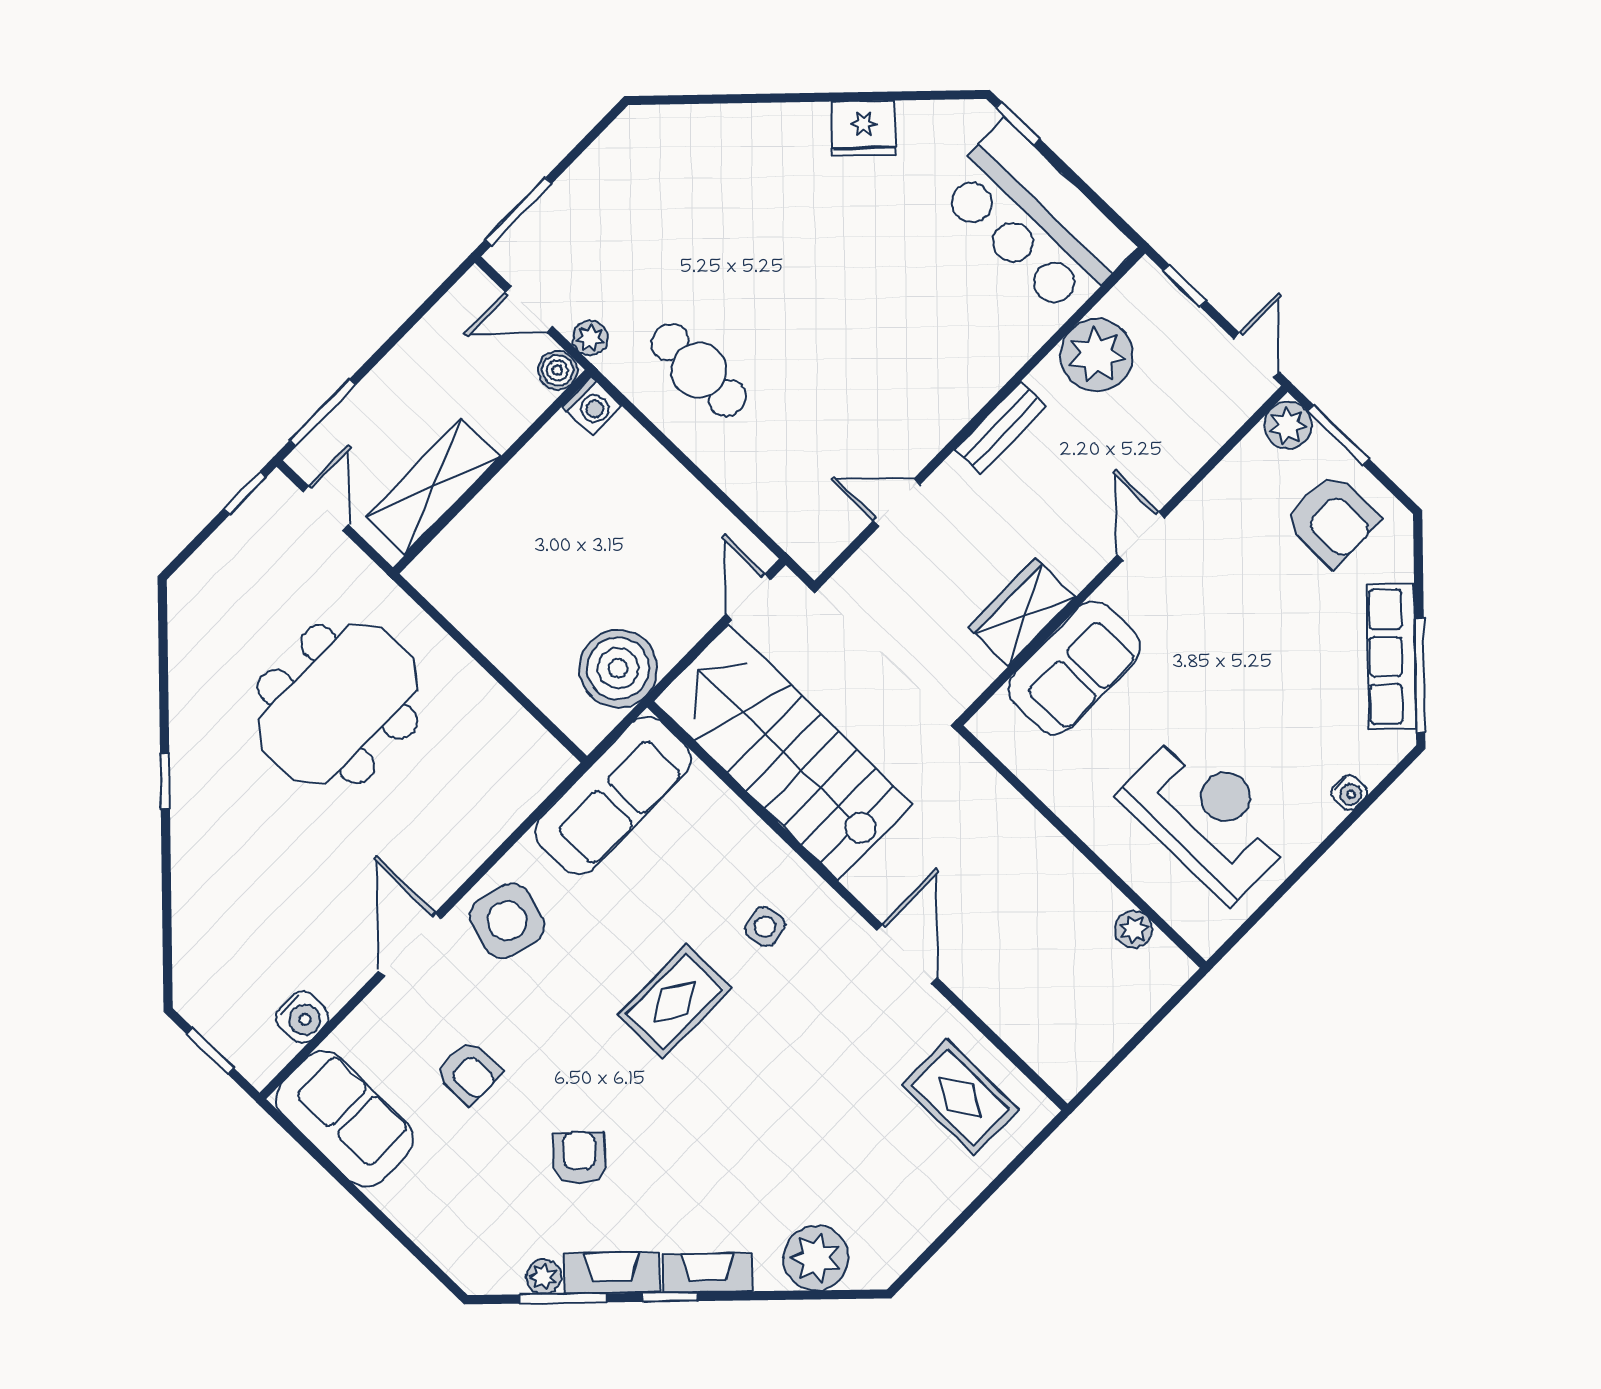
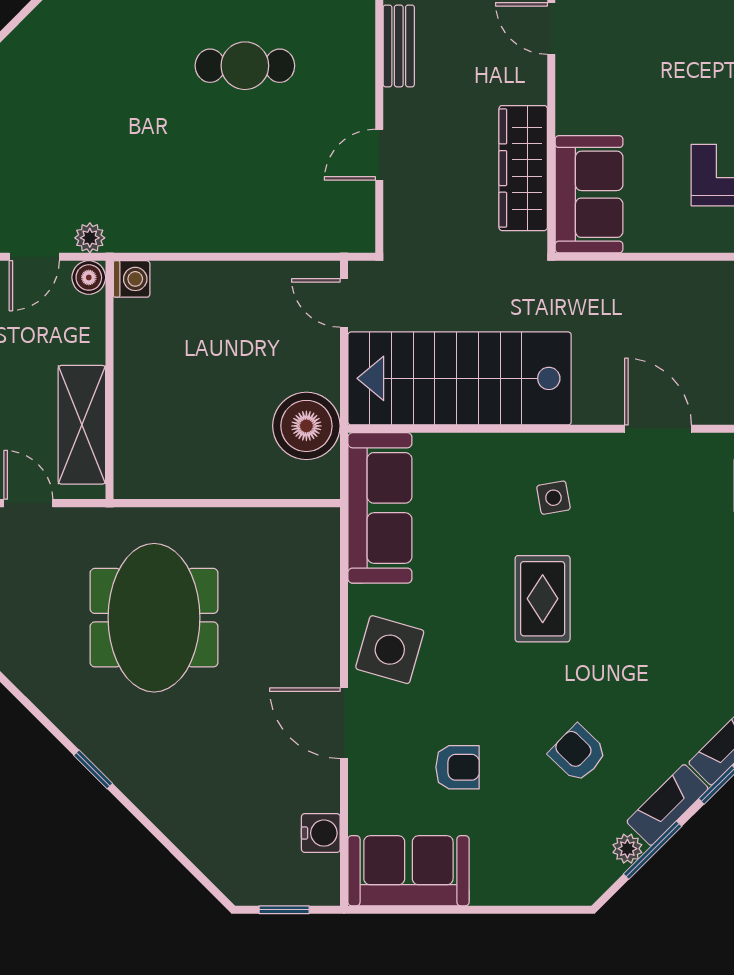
cafe table: (698, 370) -> (245, 66), moved
wardrobe: (1022, 612) -> (523, 168), width x1.50
sofa: (1074, 668) -> (589, 194), moved

